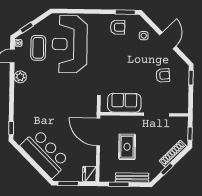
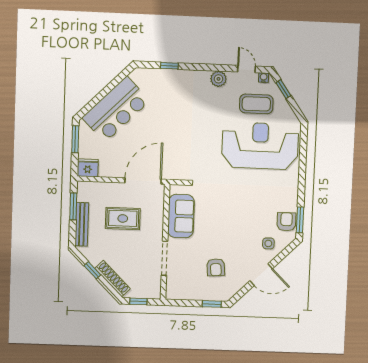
armchair: (118, 27) -> (286, 222), moved, turned 180
window: (11, 128) -> (169, 66), moved

